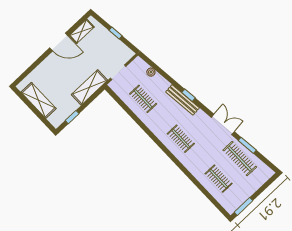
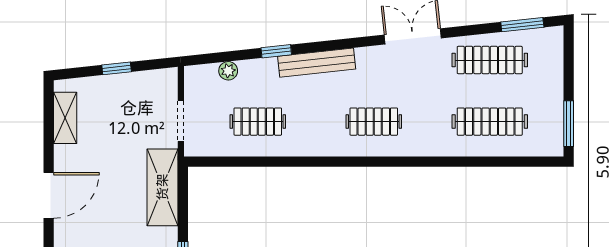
door: (59, 42) -> (49, 195), moved
window: (188, 95) -> (276, 51), moved
window: (247, 145) -> (522, 25), moved
clothes rail: (219, 179) -> (490, 122), width x1.36

